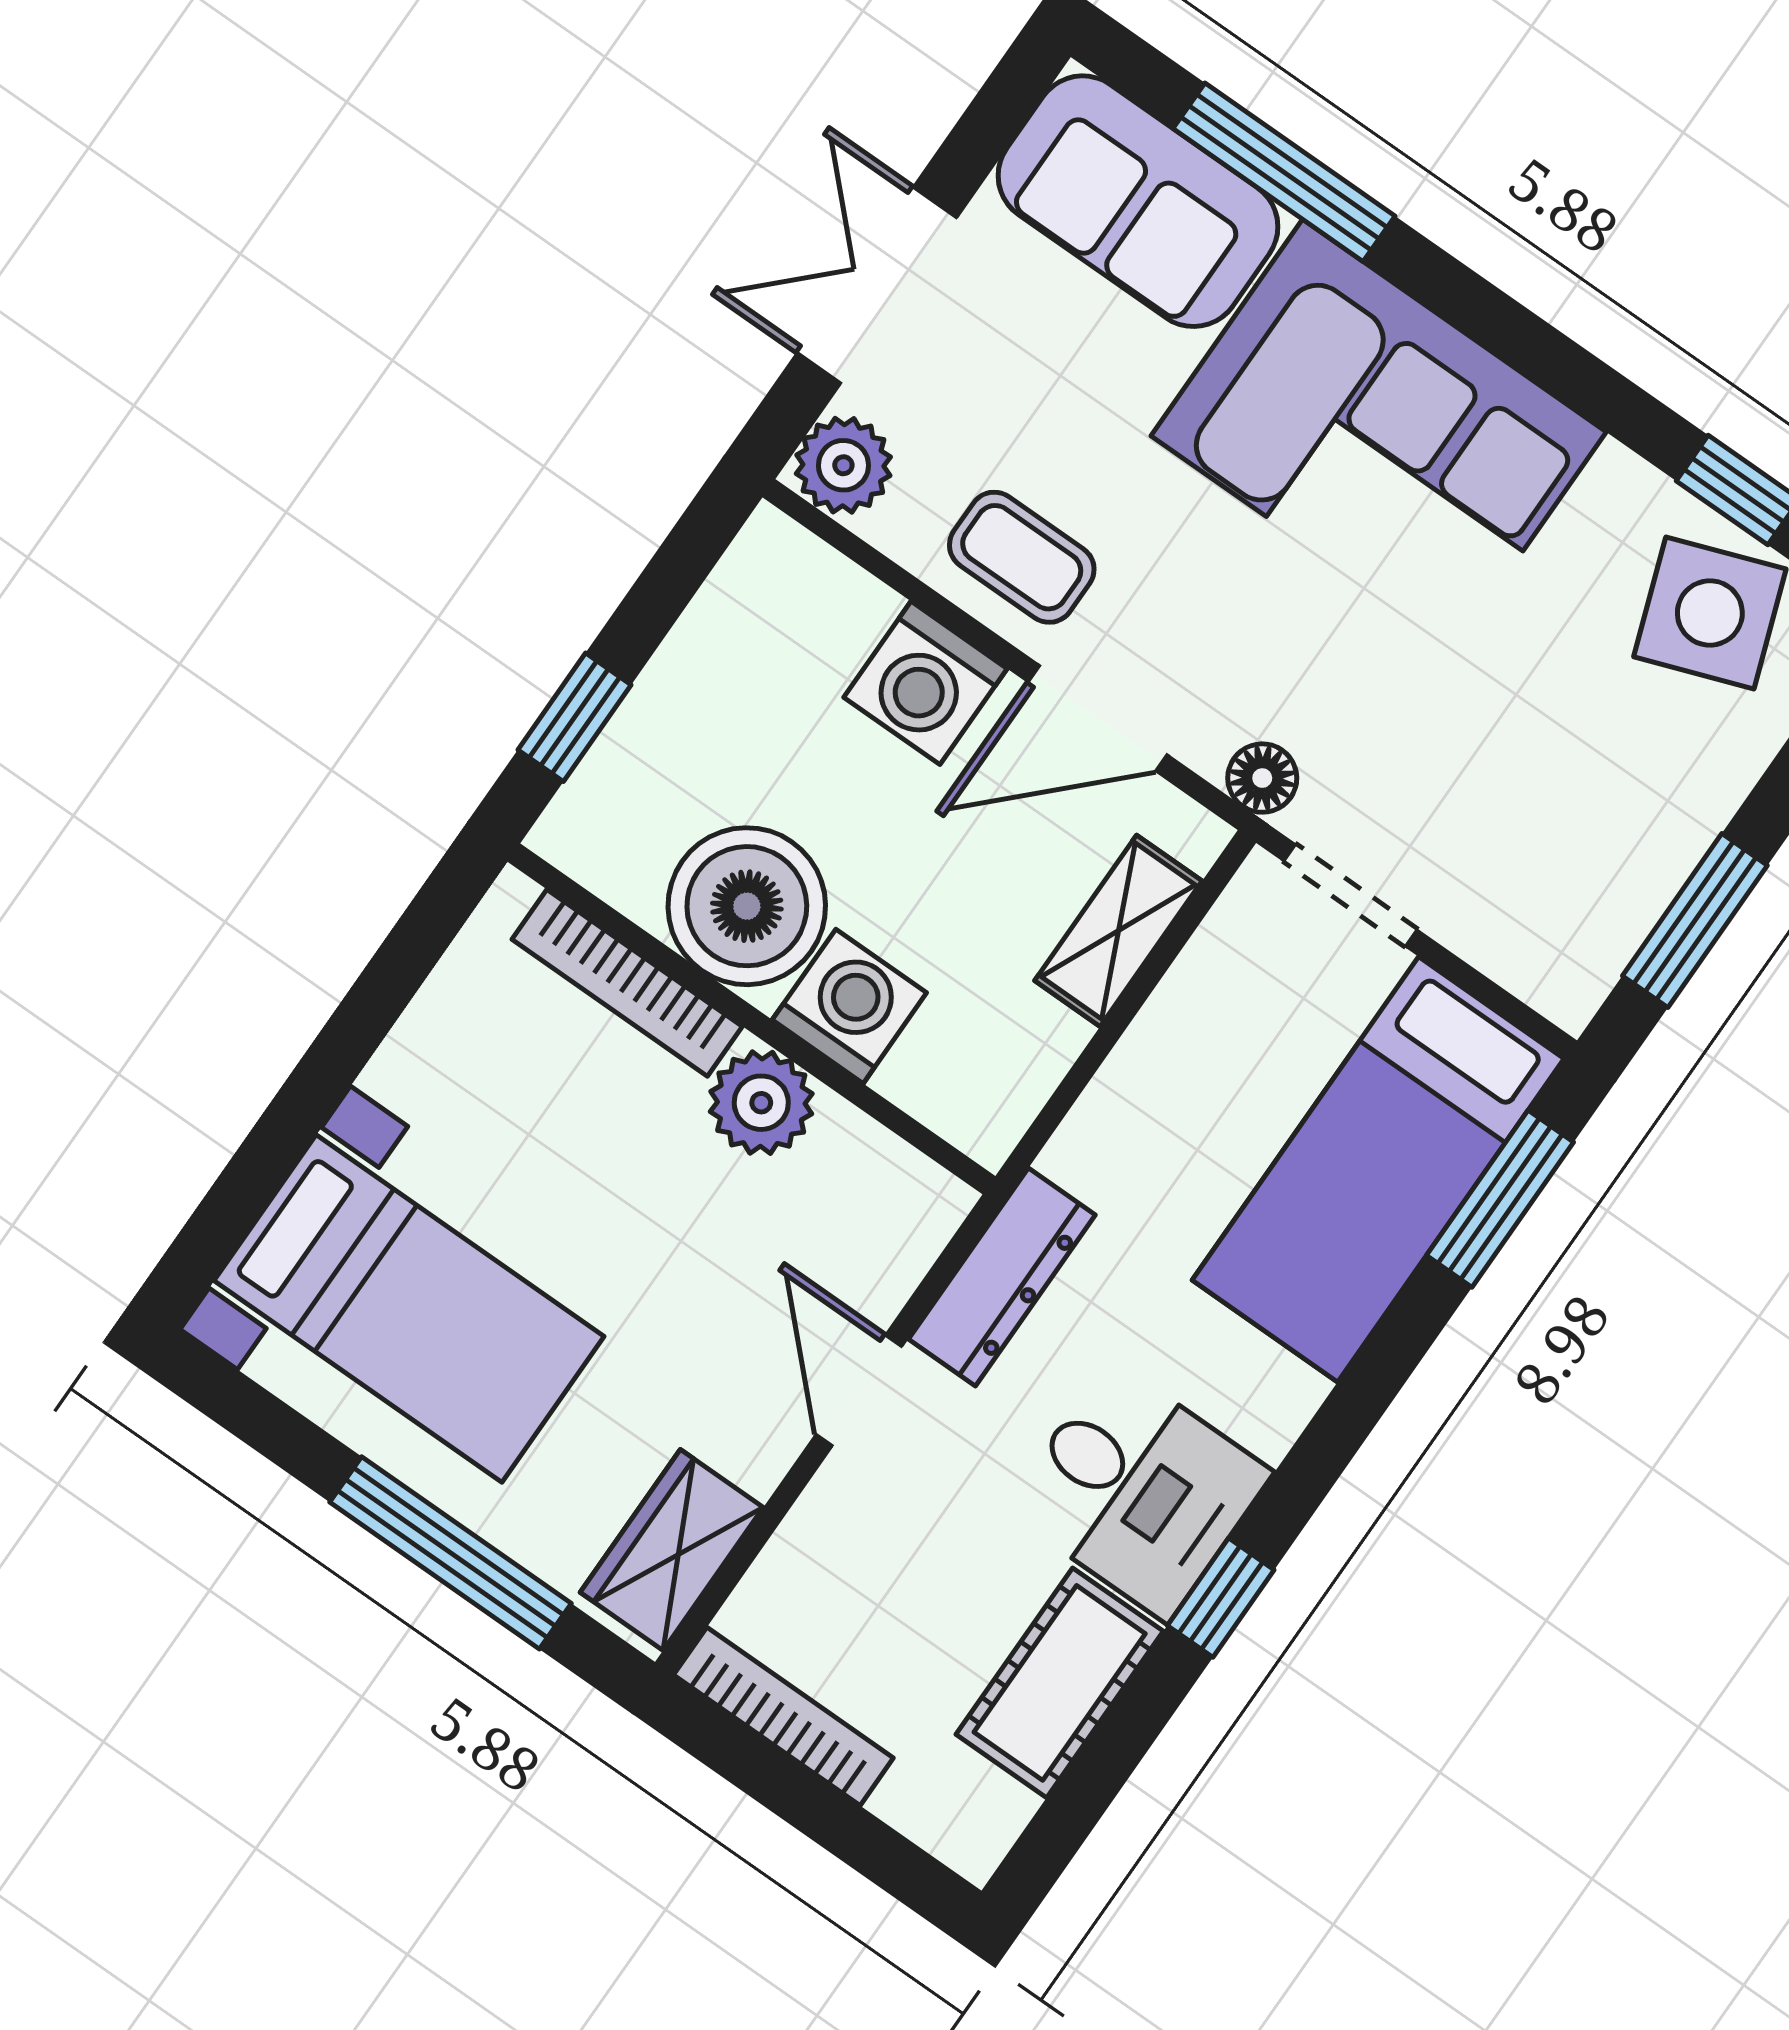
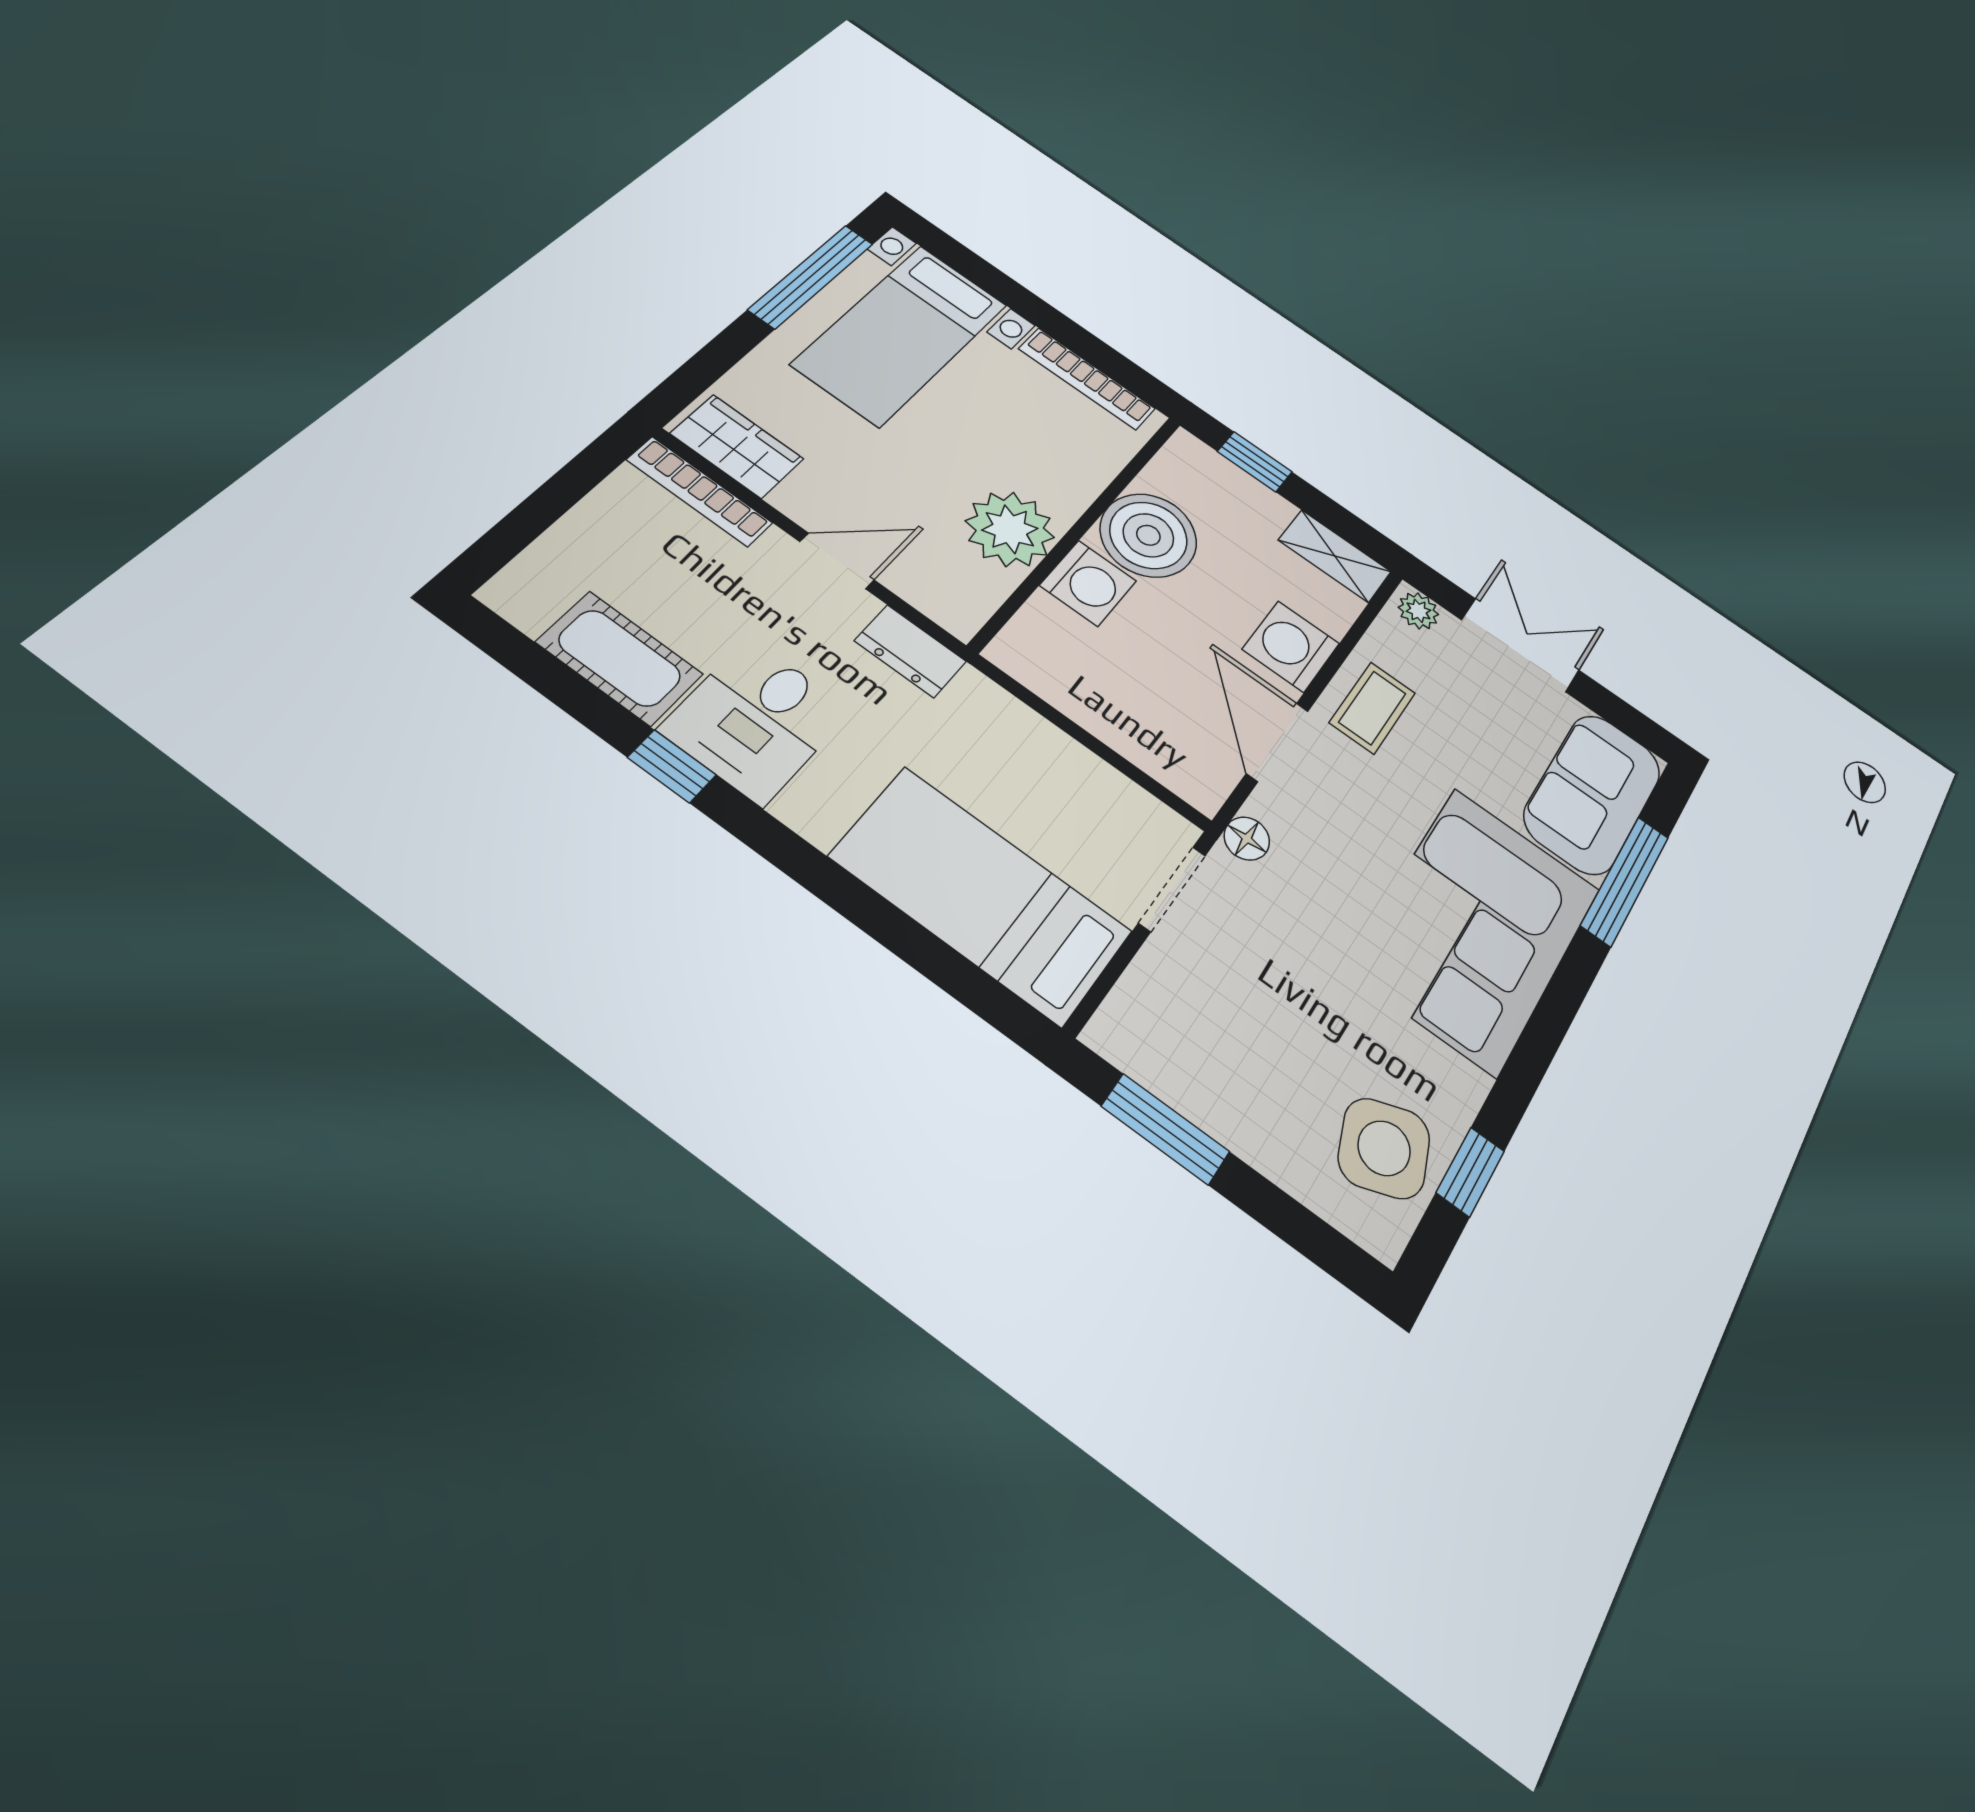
plant: (843, 465) -> (1418, 611), width x0.73, depth x0.73
shelving: (1118, 931) -> (1335, 556), moved
bookcase: (627, 983) -> (1087, 379), moved, turned -90
plant: (761, 1103) -> (1010, 529), width x1.36, depth x1.36
window: (1500, 1199) -> (959, 977), removed
dresser: (1002, 1277) -> (910, 651), width x0.70
window: (451, 1553) -> (811, 276), moved
bookcase: (783, 1716) -> (699, 491), moved, turned 90

